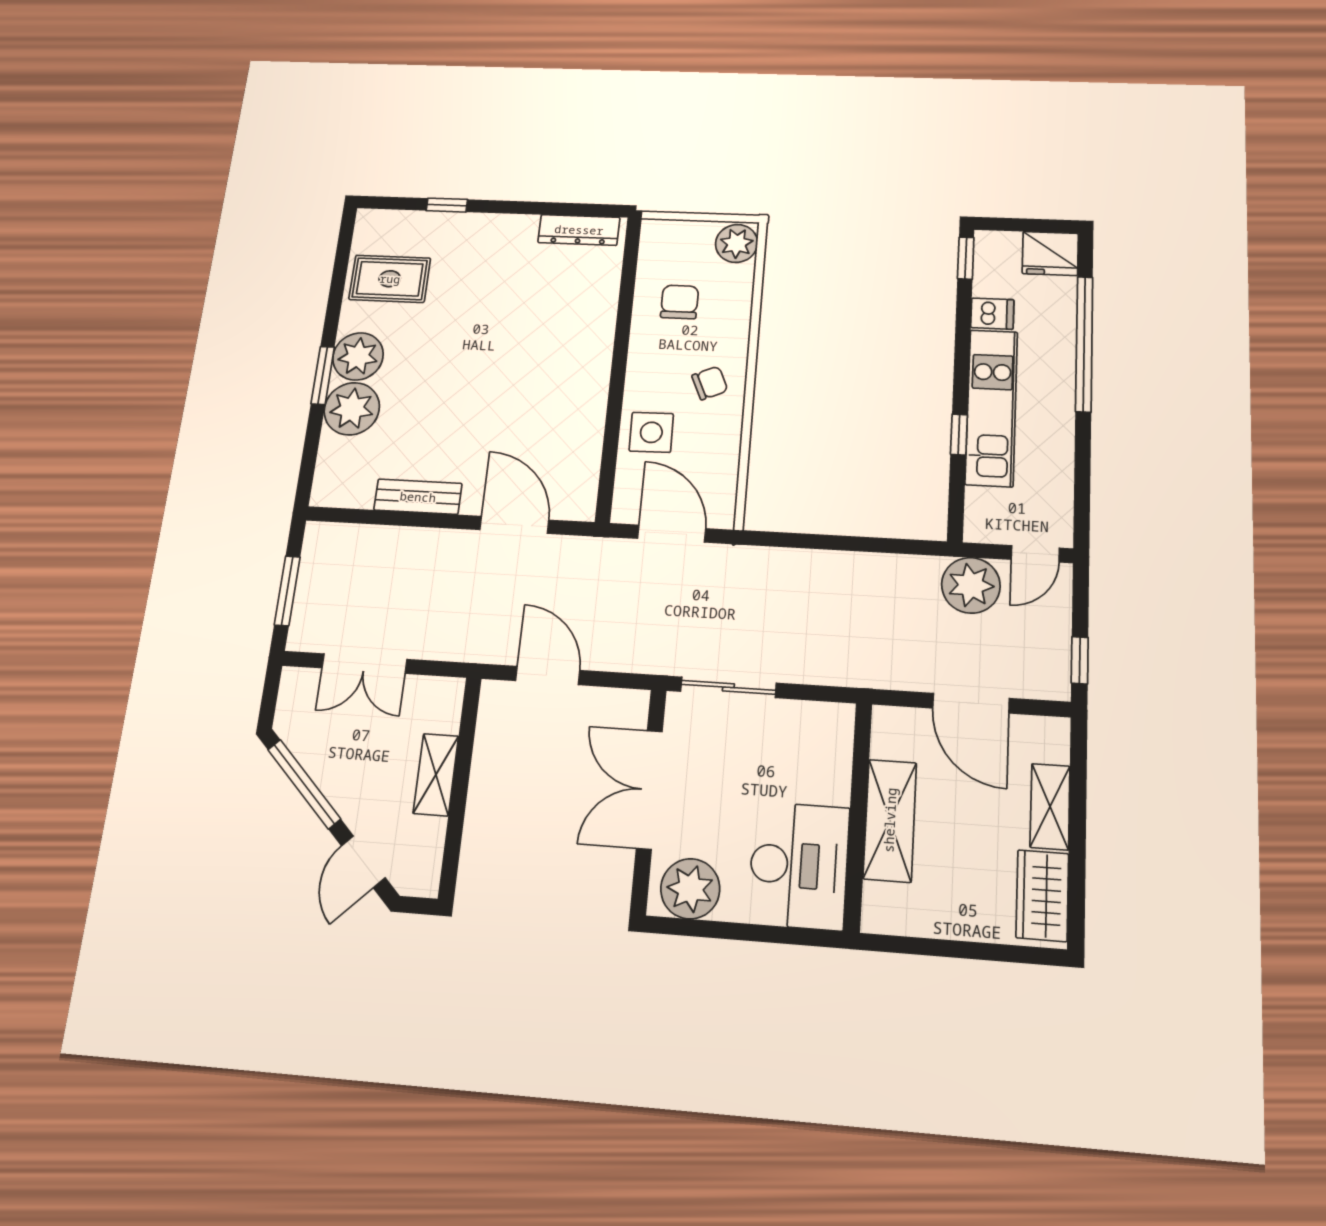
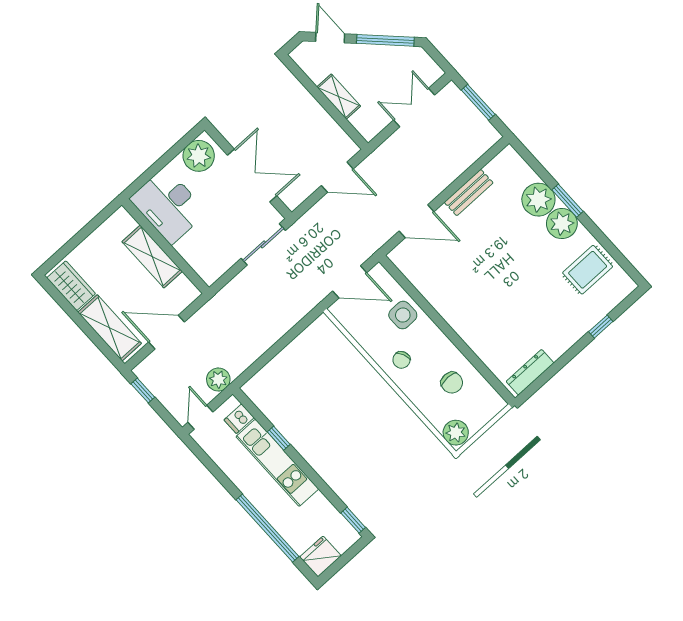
dishwasher: (992, 314) -> (239, 419), moved
plant: (971, 585) -> (218, 380), width x0.73, depth x0.73
shelving: (1050, 807) -> (110, 328), width x1.50, depth x1.33

